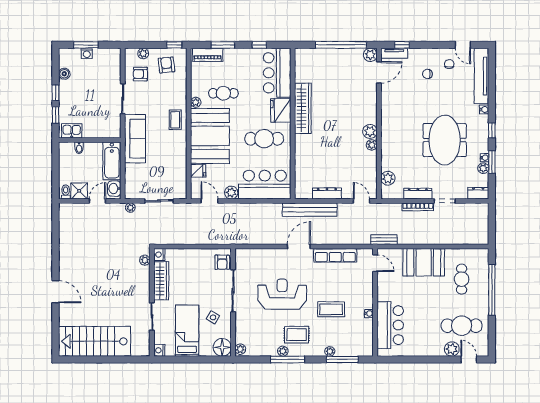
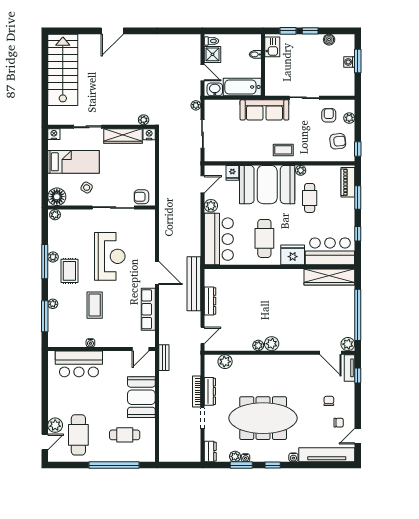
wardrobe: (303, 108) -> (329, 277), moved
meeting table: (445, 140) -> (263, 418), width x1.36

